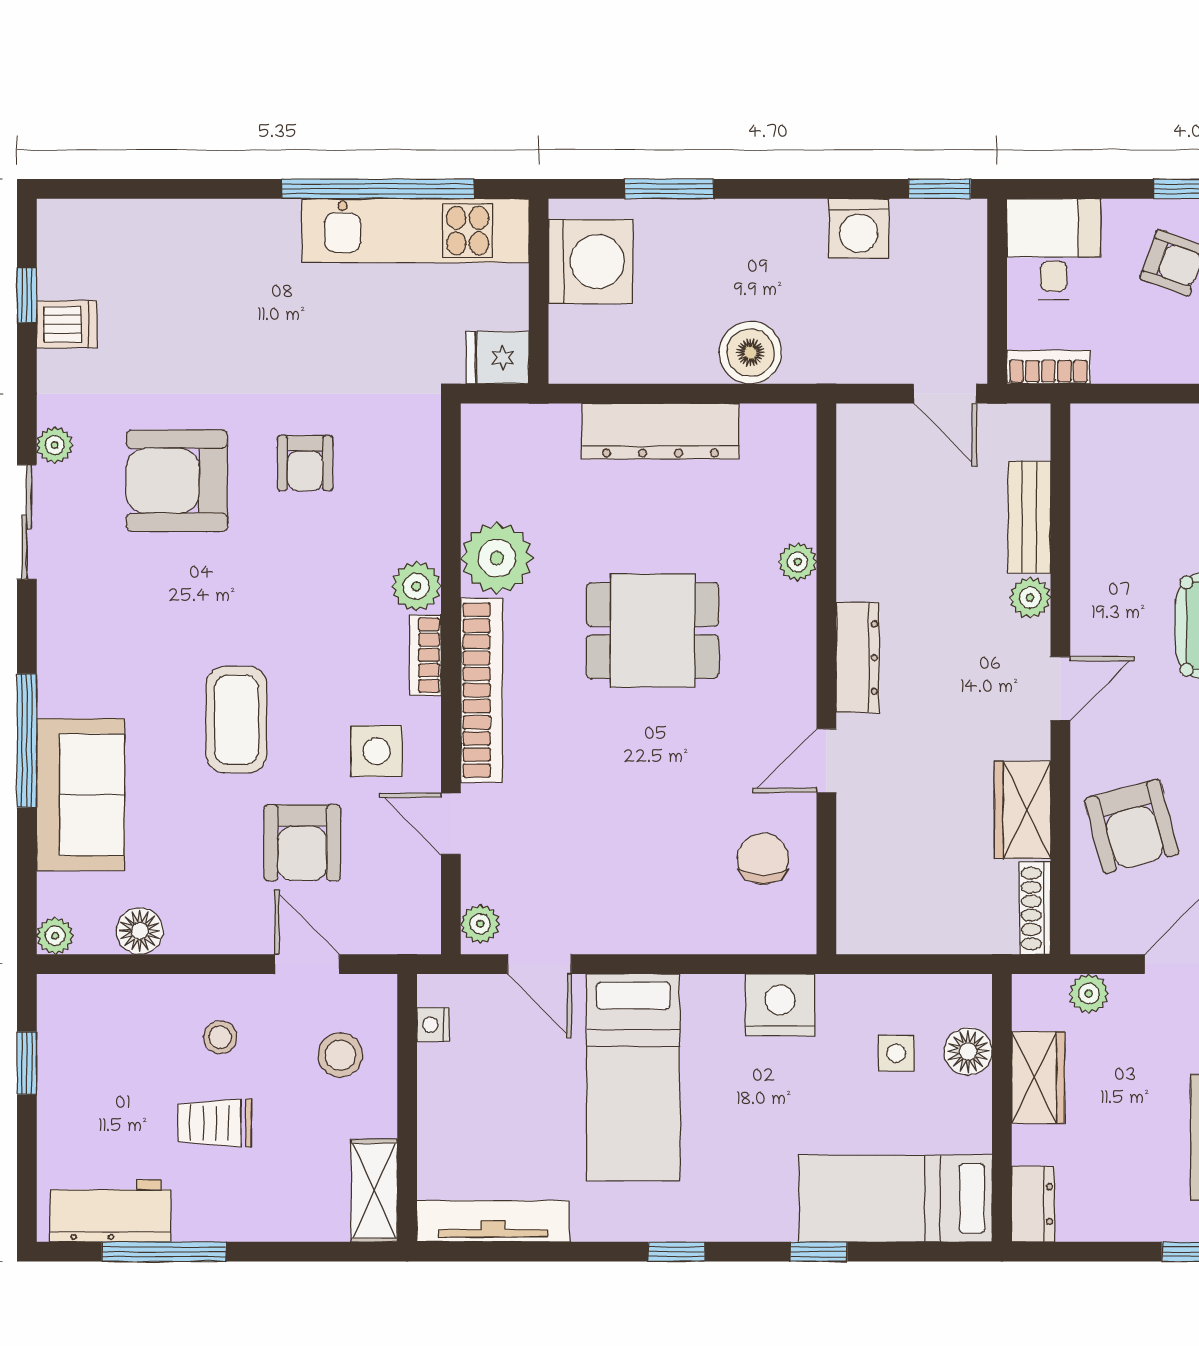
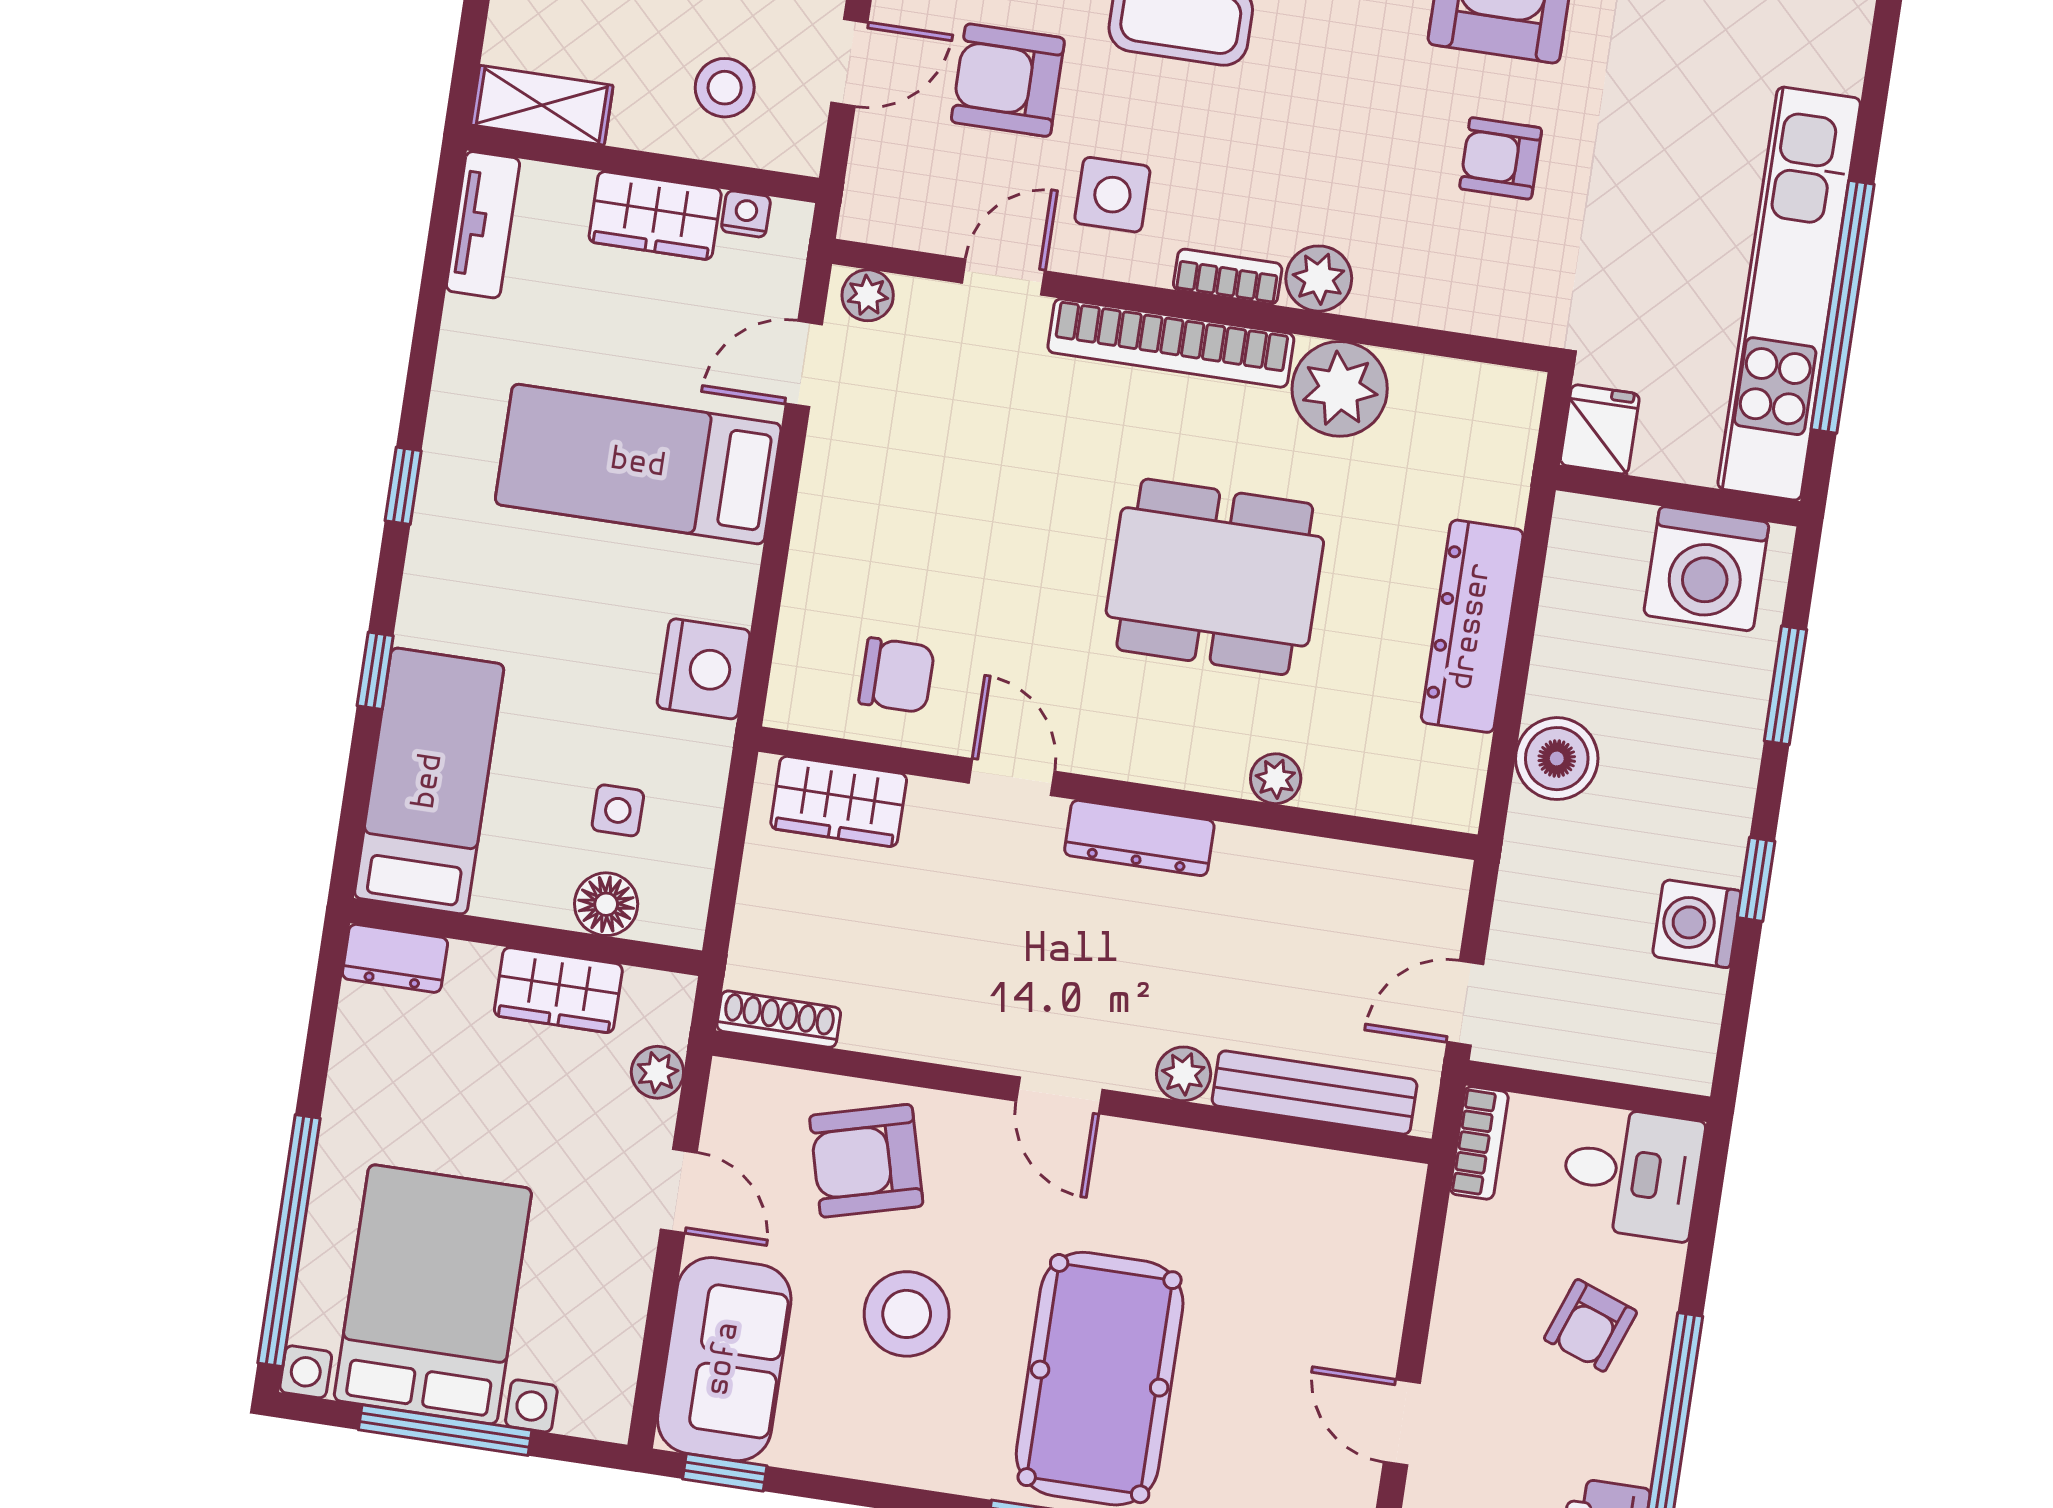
window: (940, 189) -> (1756, 879), moved
kitchen unit: (415, 231) -> (1789, 294), width x1.36
bench: (1029, 517) -> (1315, 1093), width x1.36
dining table: (653, 631) -> (1215, 577), width x1.38
wardrobe: (1022, 810) -> (839, 801), moved, turned 180
wardrobe: (444, 1093) -> (655, 215), added
tv unit: (493, 1221) -> (483, 225), width x0.71

